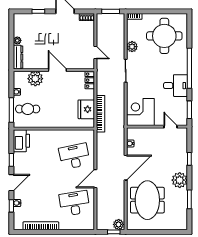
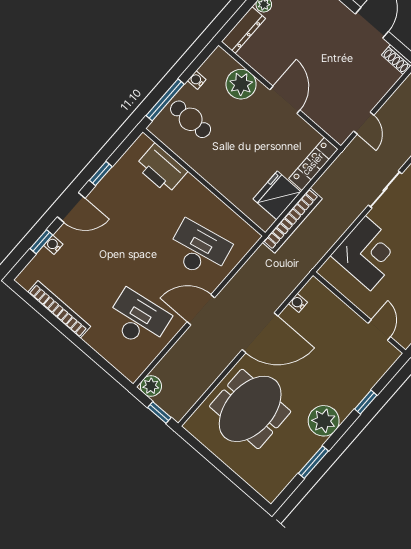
locker: (90, 80) -> (313, 164), width x1.53
corner desk: (140, 112) -> (368, 253), moved, turned 90
printer: (21, 141) -> (161, 169), moved, turned 90
plant: (119, 224) -> (151, 386), moved

